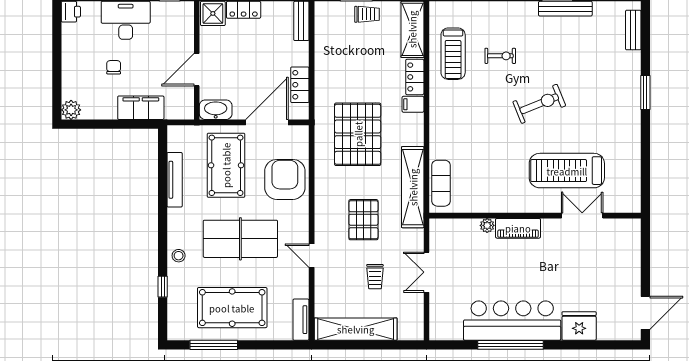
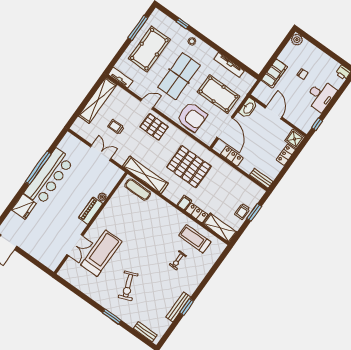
exercise bike: (539, 104) -> (128, 286), moved
pallet: (363, 220) -> (154, 127), moved

